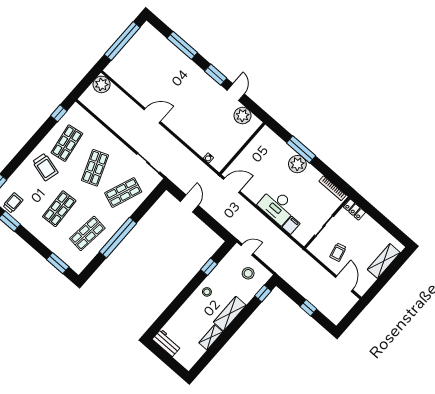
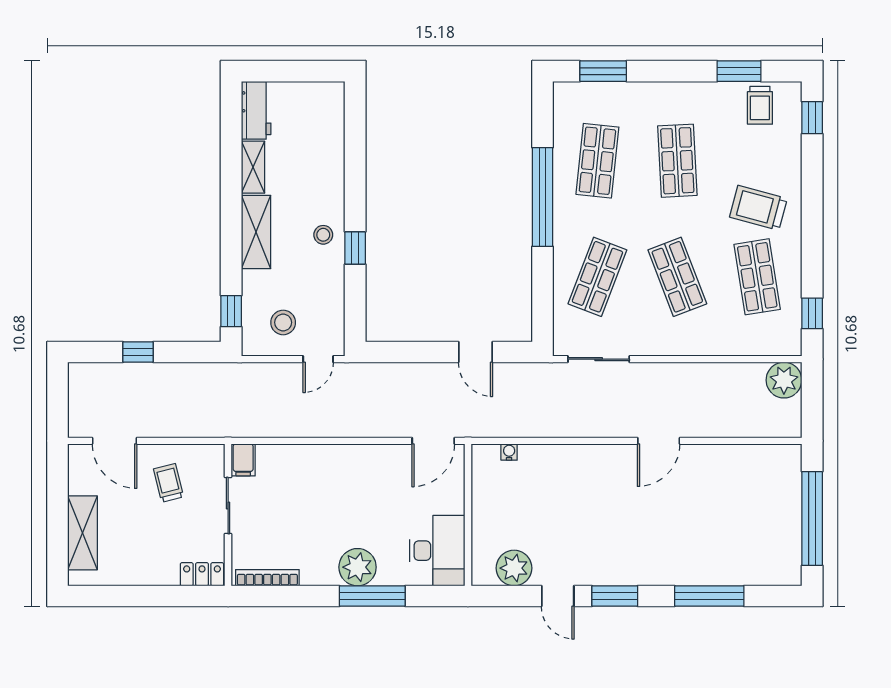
plant: (102, 84) -> (784, 380), moved
desk: (277, 206) -> (437, 551), moved, turned 90
filing cabinet: (291, 225) -> (243, 460), moved
window: (209, 267) -> (355, 248), moved
workbench: (167, 343) -> (256, 110), moved, turned -90

